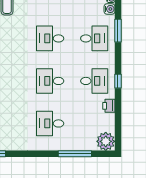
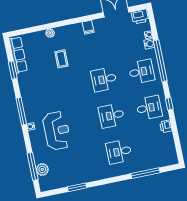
window: (118, 31) -> (160, 61), width x2.11
plant: (106, 141) -> (169, 157), removed

